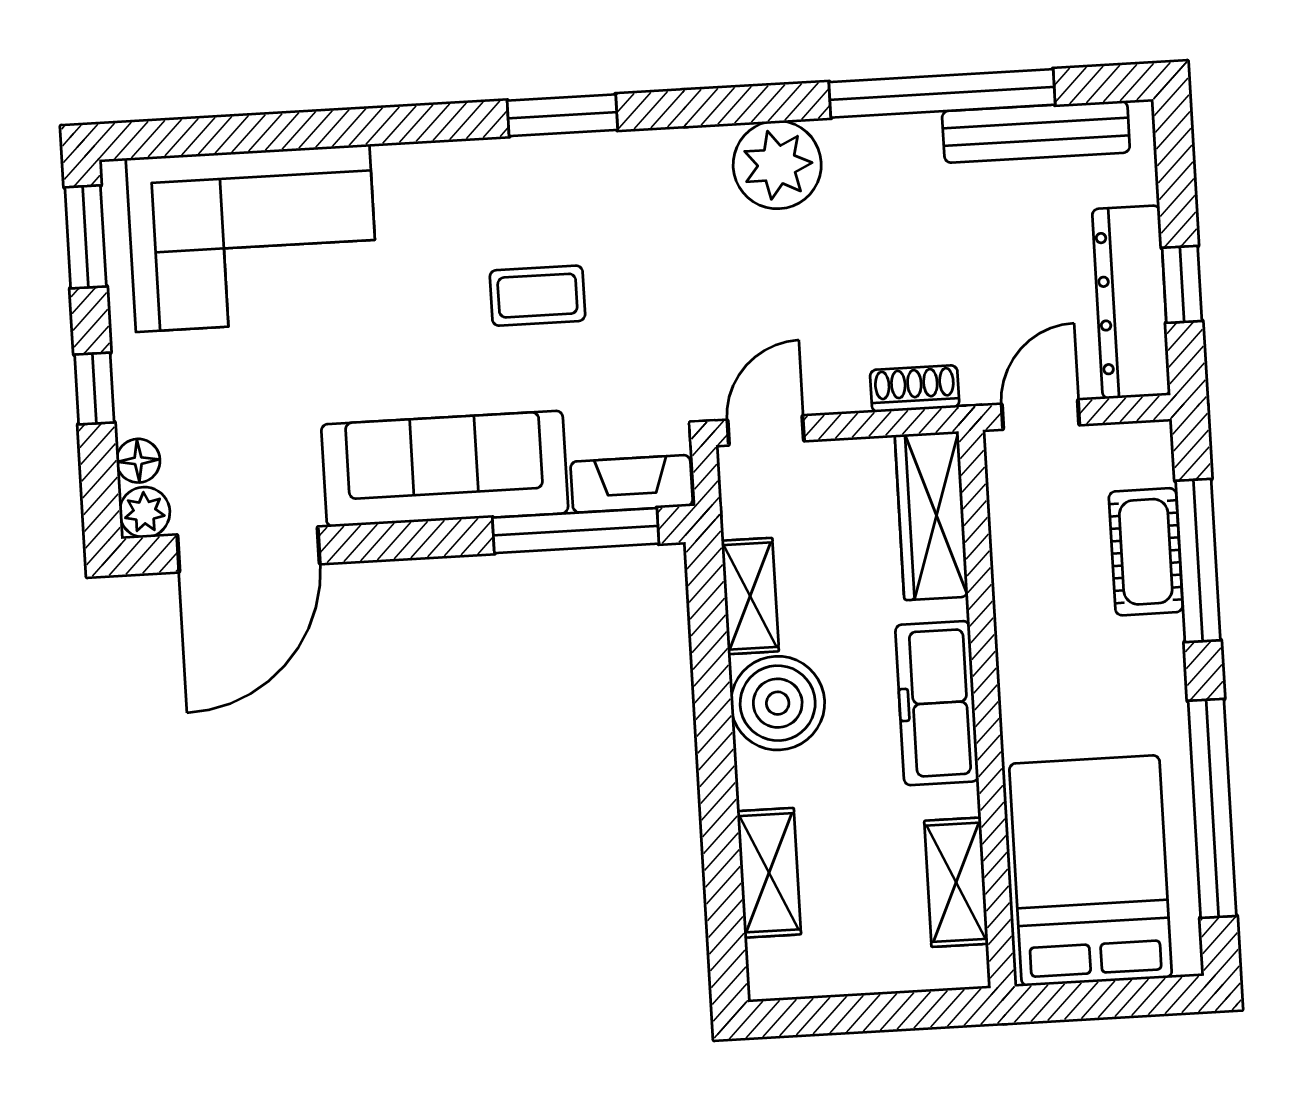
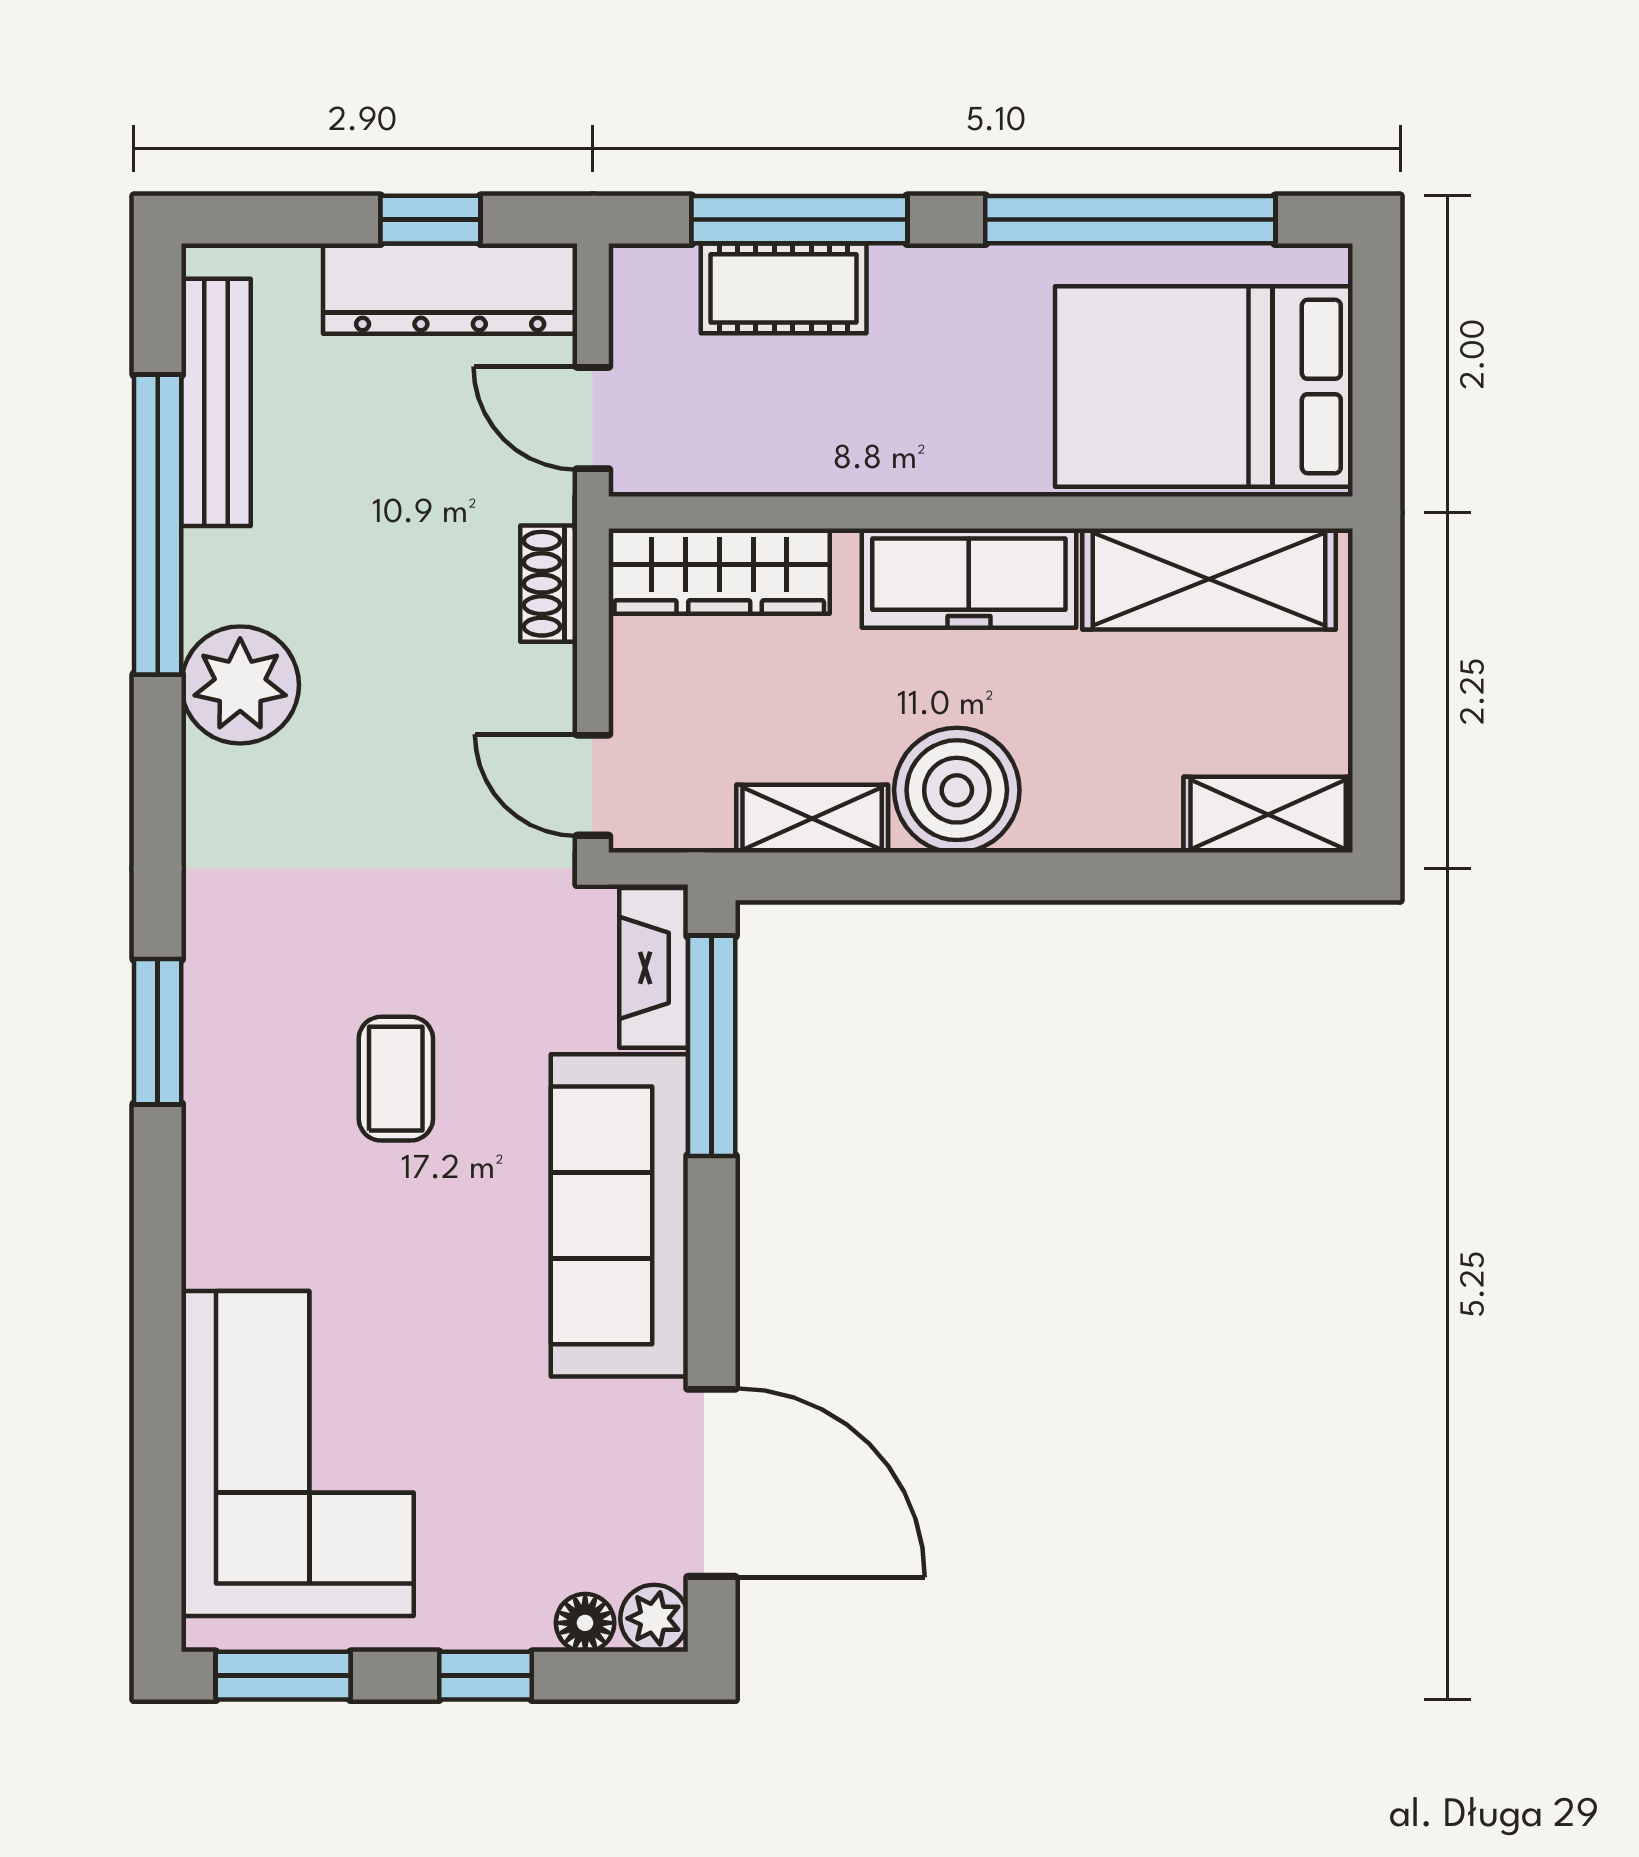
plant: (777, 165) -> (240, 685), moved
shelving: (769, 873) -> (1268, 815), moved
shelving: (956, 882) -> (1209, 579), width x1.50, depth x1.33

